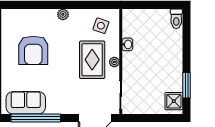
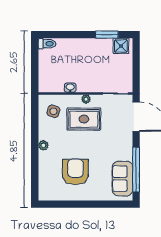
armchair: (33, 50) -> (75, 172), turned -90

